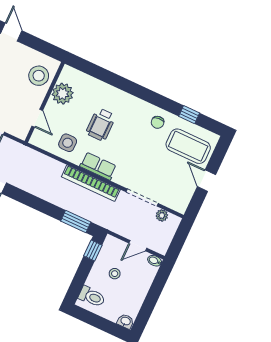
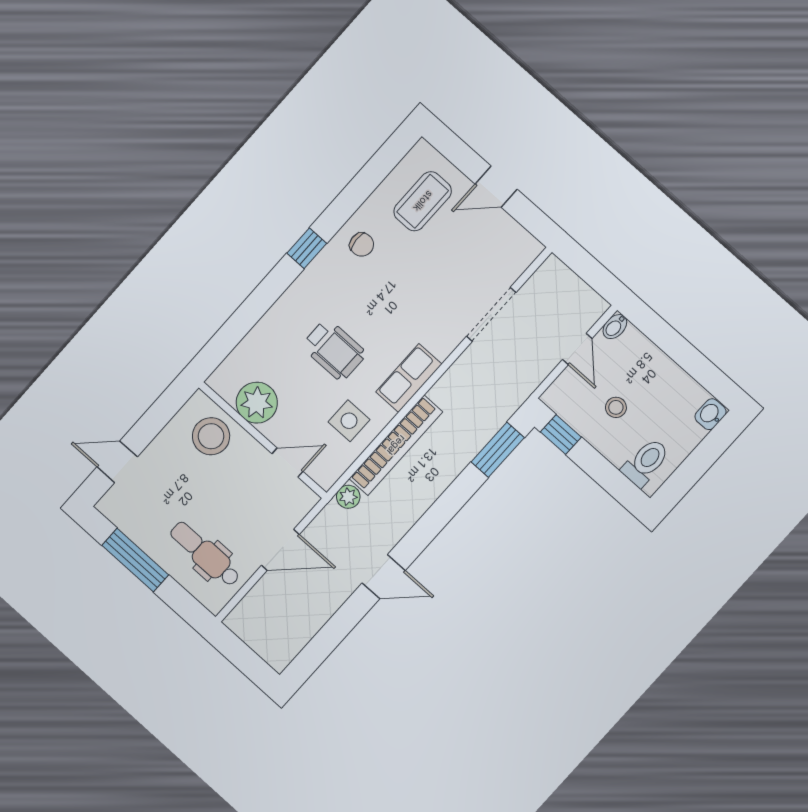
window: (189, 115) -> (307, 248), moved
coffee table: (188, 146) -> (423, 201), width x0.73, depth x0.76
bookcase: (91, 183) -> (396, 445), moved
plant: (162, 215) -> (348, 497), moved

